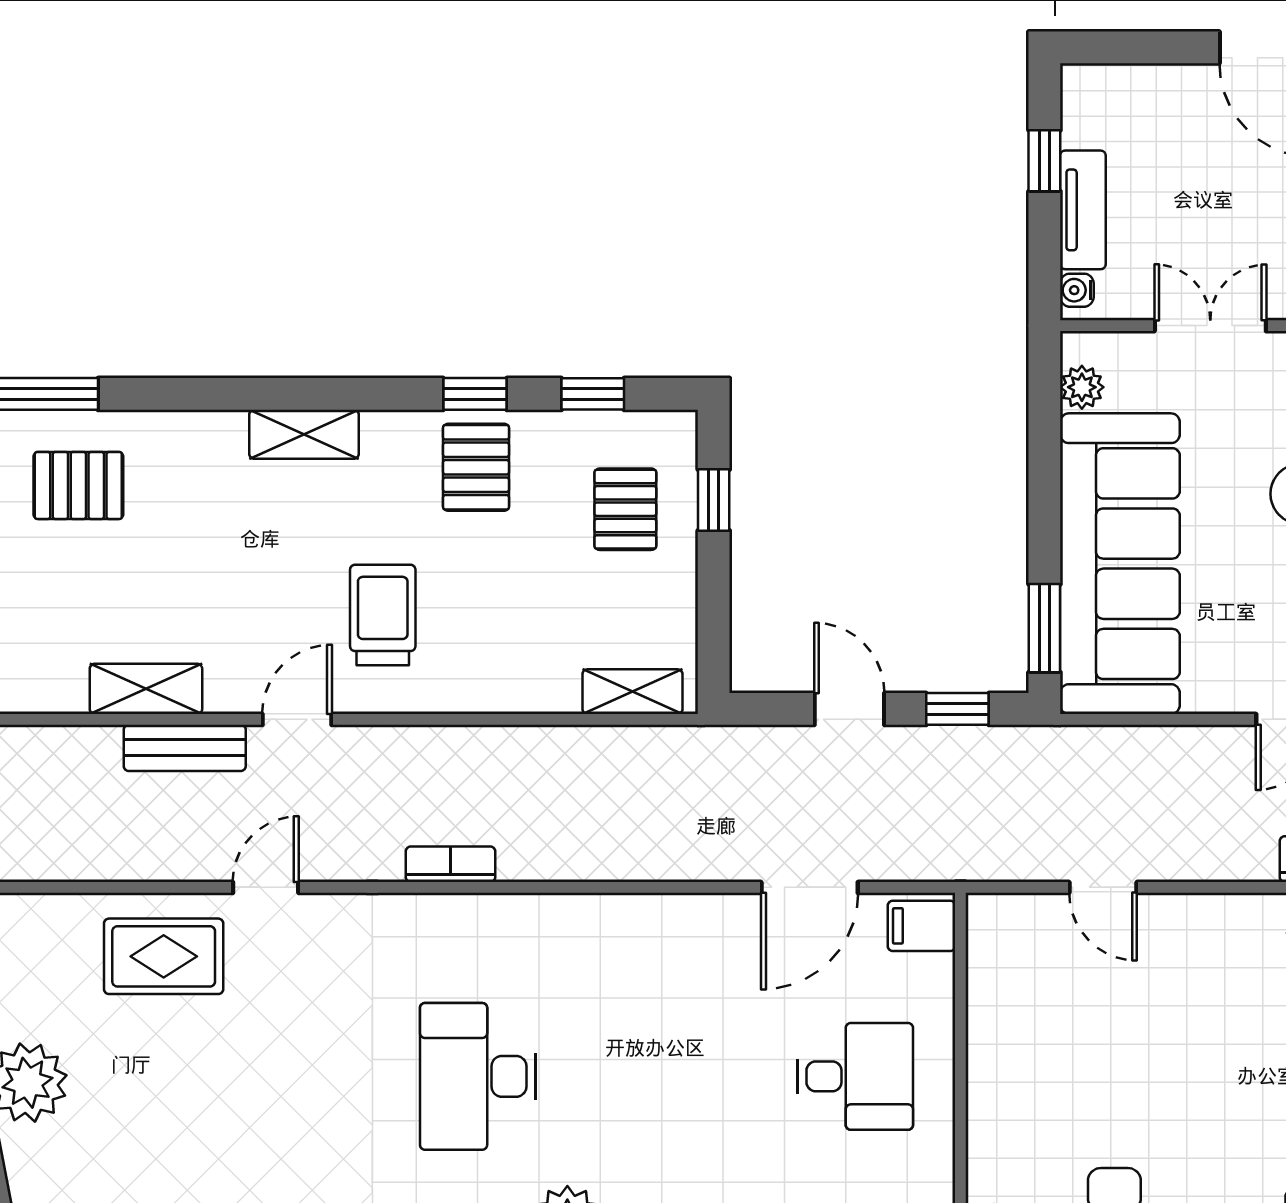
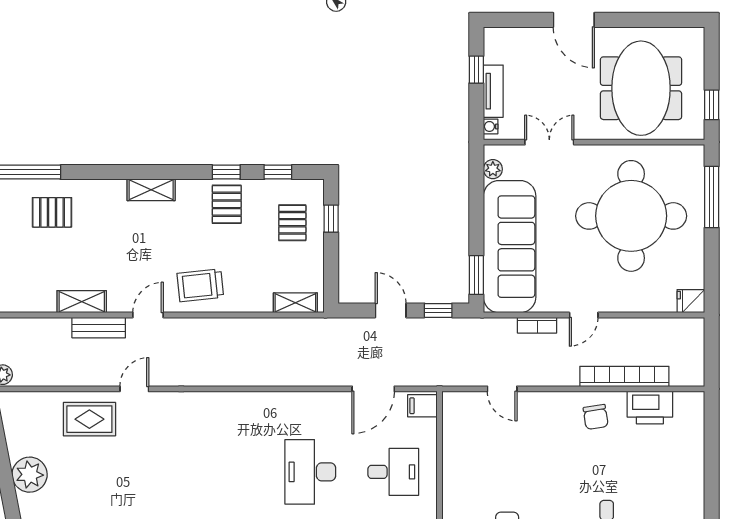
trolley: (383, 615) -> (200, 285), moved, turned -96
bookcase: (450, 864) -> (537, 325), moved, turned 180
desk: (478, 1076) -> (310, 472), moved

